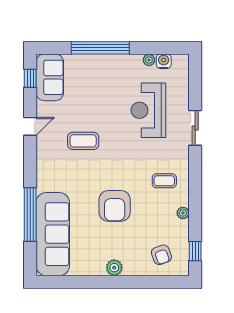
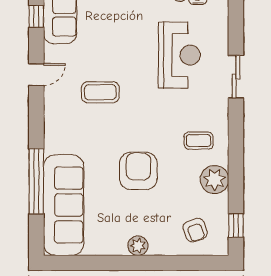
reception desk: (148, 110) -> (179, 55), turned 180
armchair: (115, 206) -> (138, 171), turned 180
plant: (183, 213) -> (215, 179), width x1.87, depth x1.87

